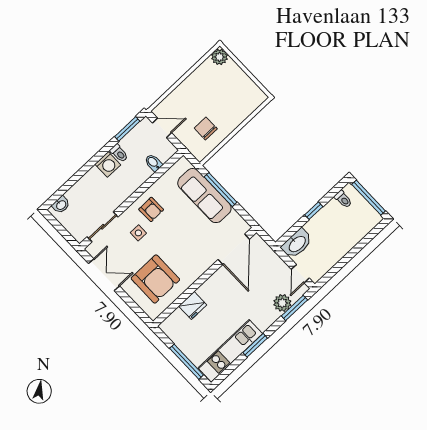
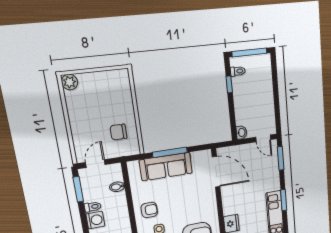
window: (314, 211) -> (229, 84), moved
washbasin: (297, 244) -> (241, 132), width x0.52, depth x0.69
plant: (282, 303) -> (272, 164), removed

